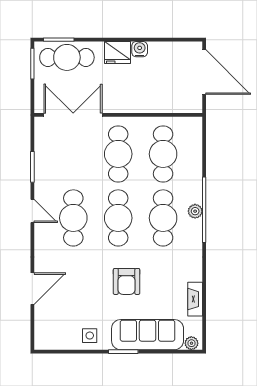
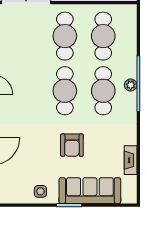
cafe table: (73, 218) -> (26, 91), removed
plant: (191, 343) -> (128, 198), removed

